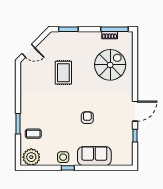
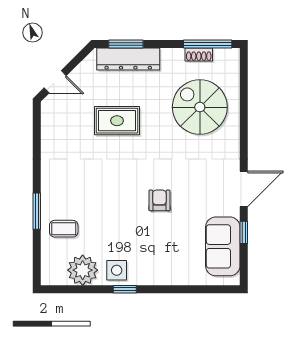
dresser: (70, 38) -> (128, 59), added
spiral stairs: (110, 65) -> (200, 107), turned -90
rug: (63, 73) -> (117, 121), turned 90
sofa: (94, 156) -> (223, 246), moved, turned -90
plant: (31, 157) -> (83, 270), moved

